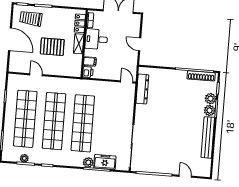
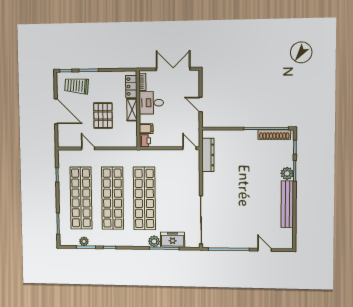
pallet: (52, 47) -> (103, 116), turned 90
plant: (210, 99) -> (287, 160), removed

